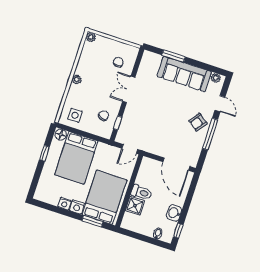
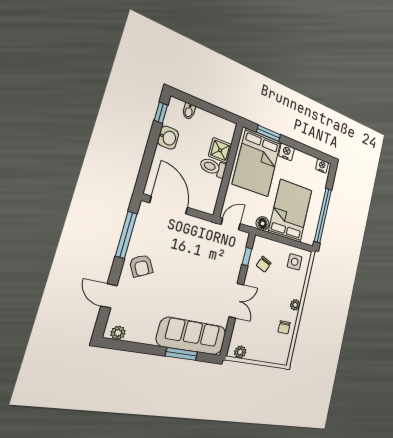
plant: (91, 37) -> (240, 352), moved
chair: (118, 62) -> (284, 327), moved
sofa: (184, 74) -> (192, 336), moved
armchair: (198, 122) -> (141, 266), turned 116
window: (210, 134) -> (126, 235), moved
floor lamp: (61, 135) -> (263, 223), moved
window: (44, 153) -> (323, 215), width x3.17
nightstand: (65, 204) -> (322, 166), moved

